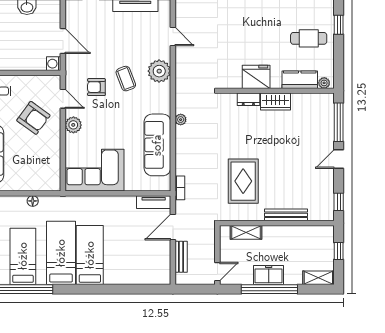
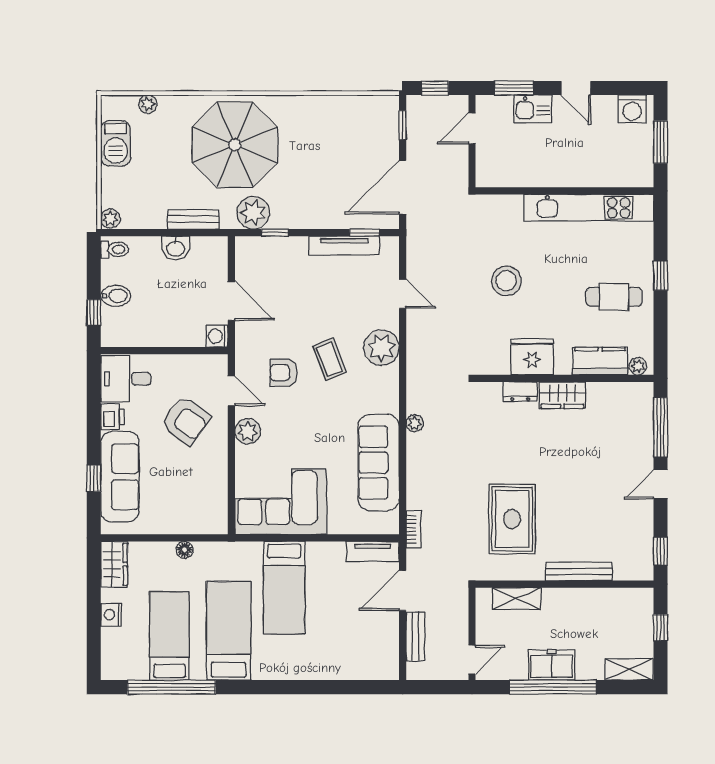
stool: (240, 28) -> (506, 281), added
bed: (90, 255) -> (284, 588), moved, turned 180

